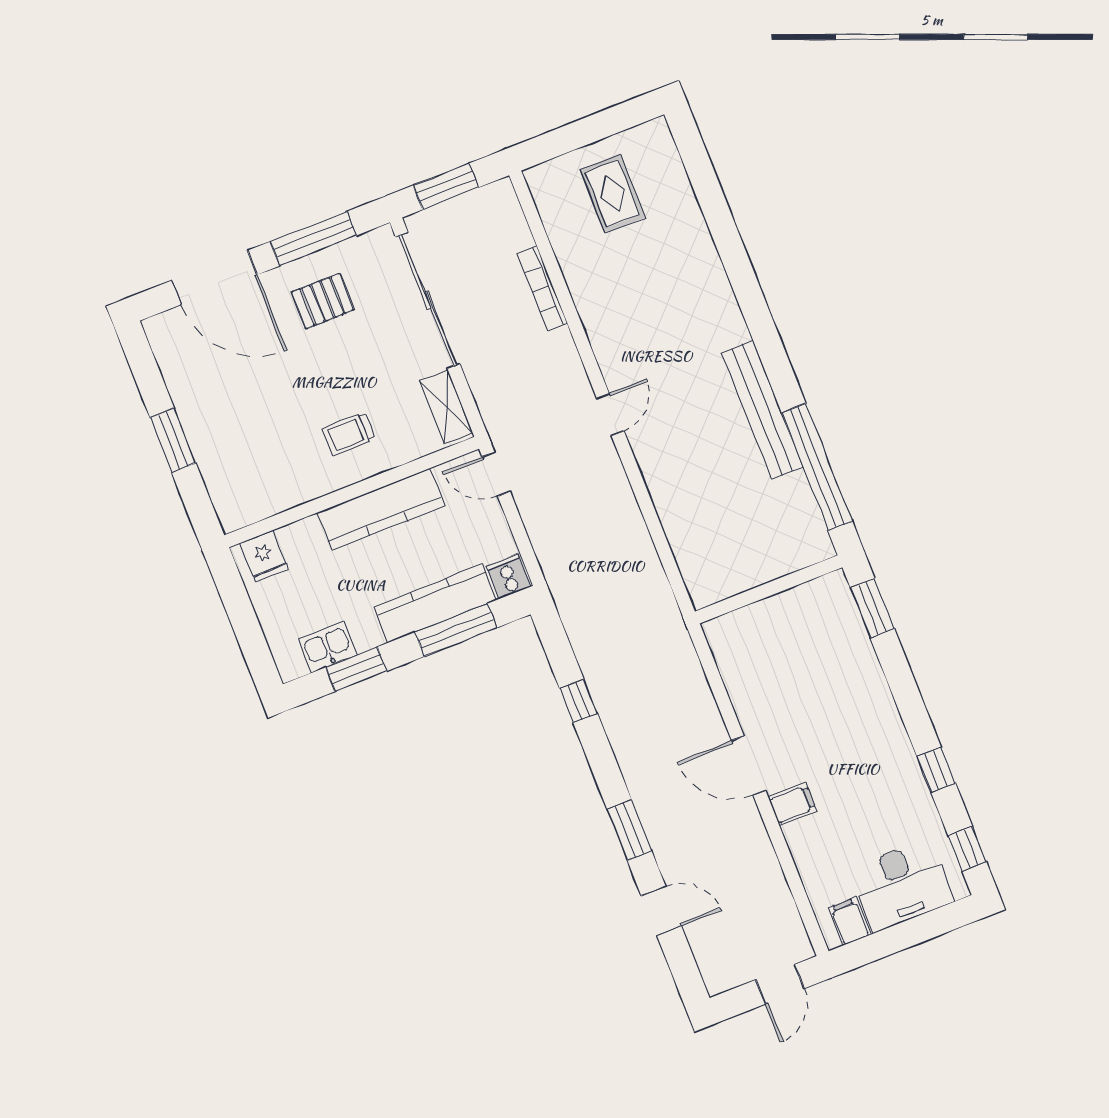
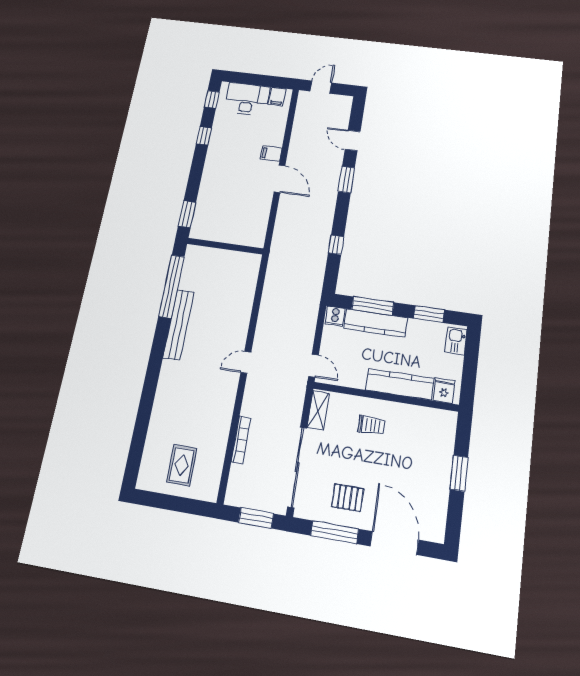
kitchen counter: (381, 509) -> (400, 384), moved
kitchen sink: (328, 647) -> (456, 341), moved, turned 90

